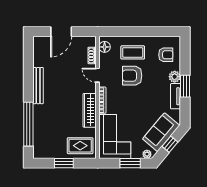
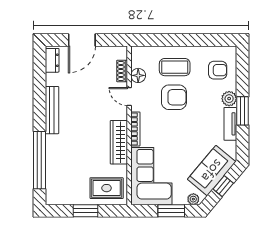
dresser: (38, 47) -> (52, 60), added
floor lamp: (105, 47) -> (138, 75), moved
armchair: (132, 76) -> (174, 97), turned 180

